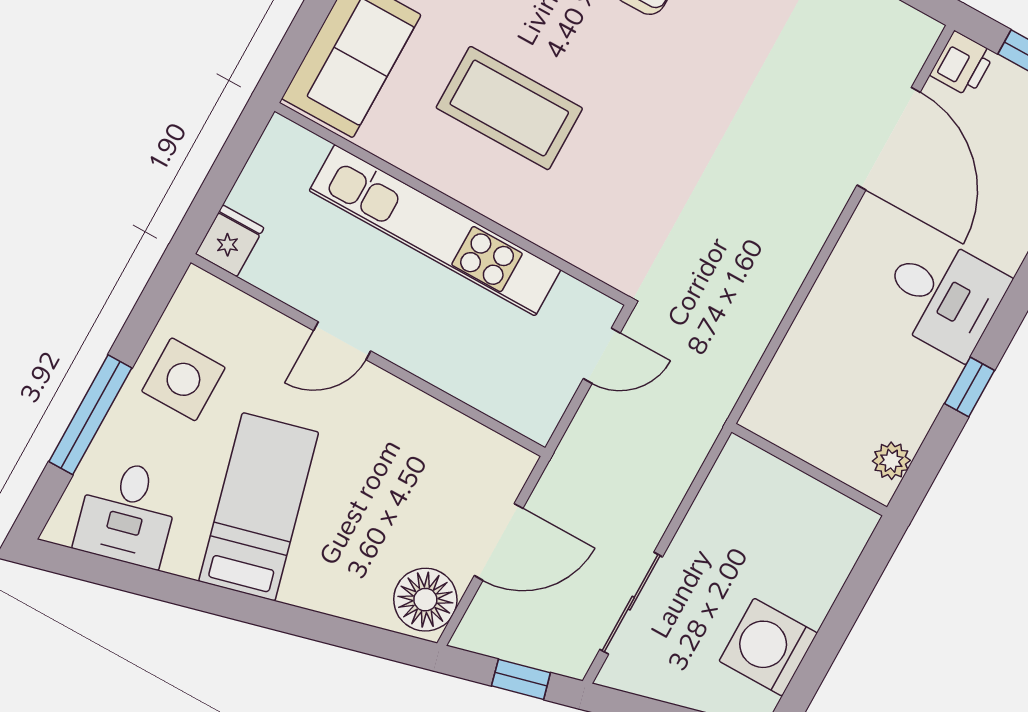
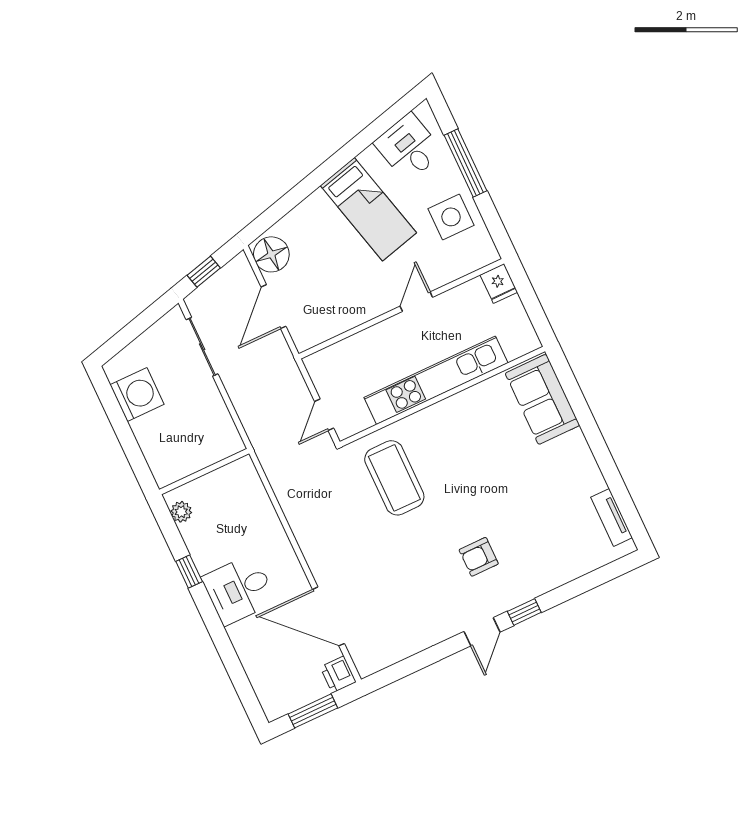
coffee table: (509, 108) -> (394, 478), moved, turned 90

